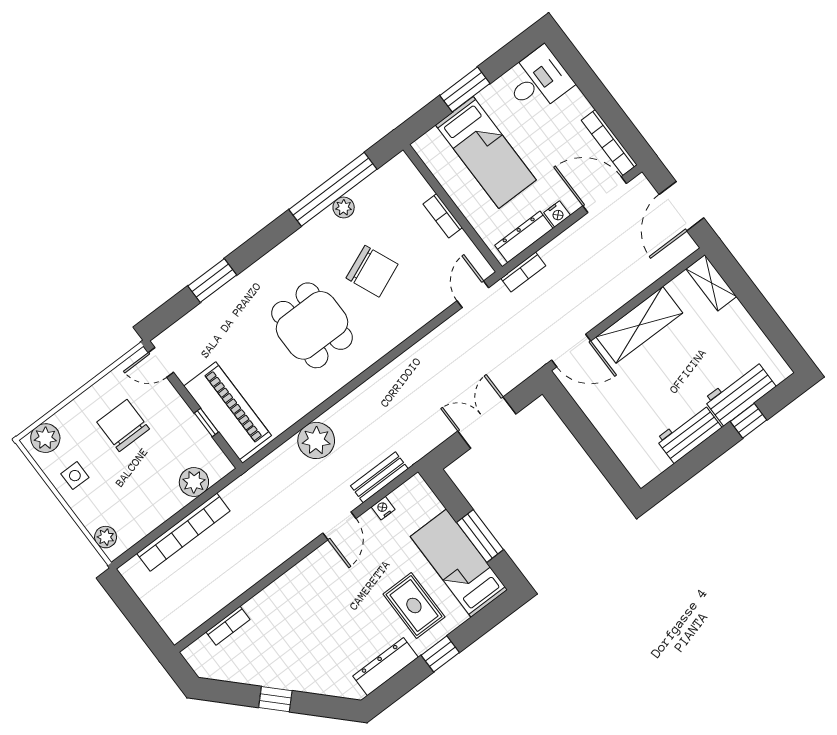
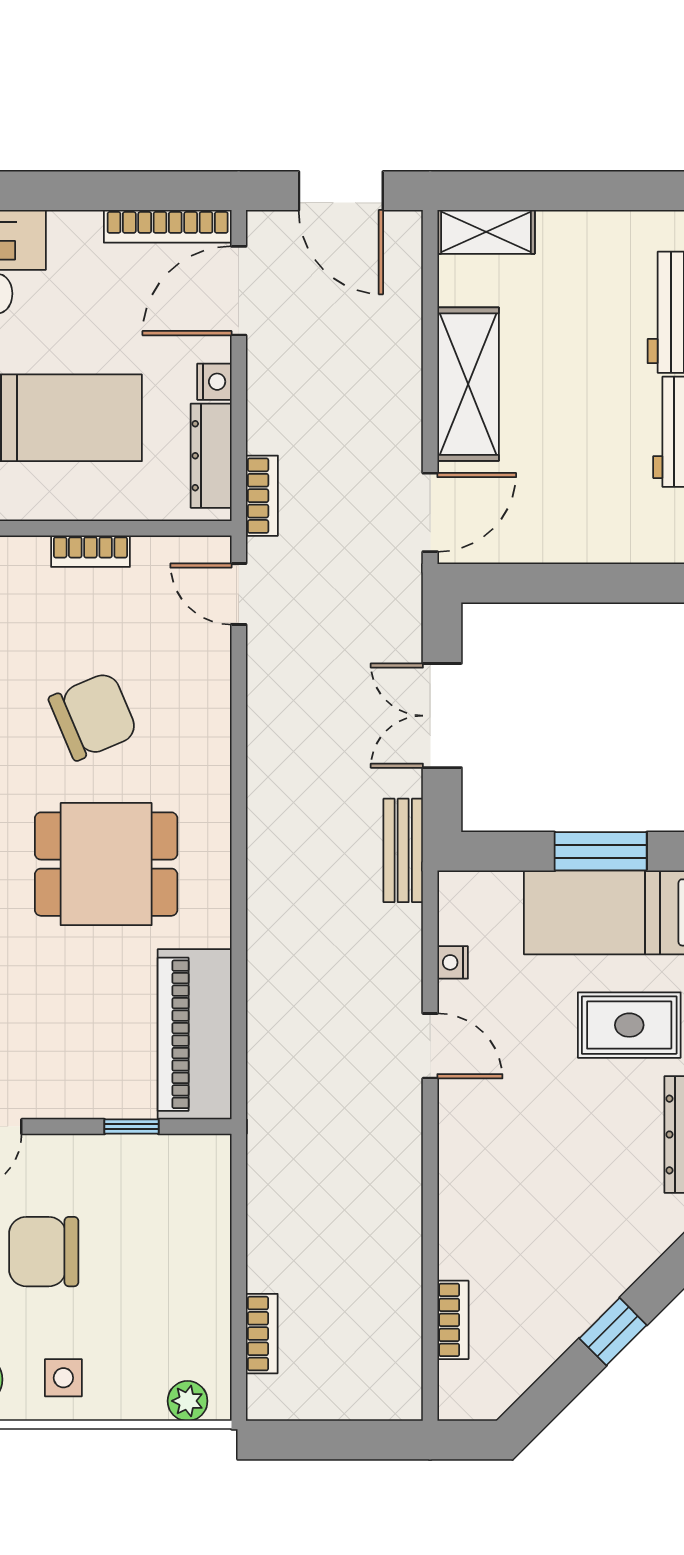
piano: (228, 411) -> (195, 1034), moved, turned -90
plant: (316, 440) -> (279, 985), removed
bench: (379, 477) -> (403, 850), moved
plant: (194, 482) -> (205, 1211), removed
bookcase: (183, 532) -> (262, 1334), width x0.43, depth x0.76

